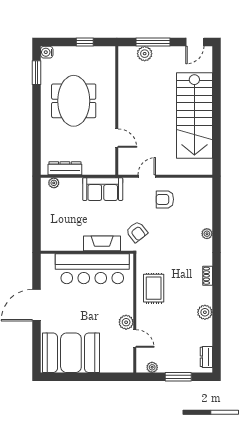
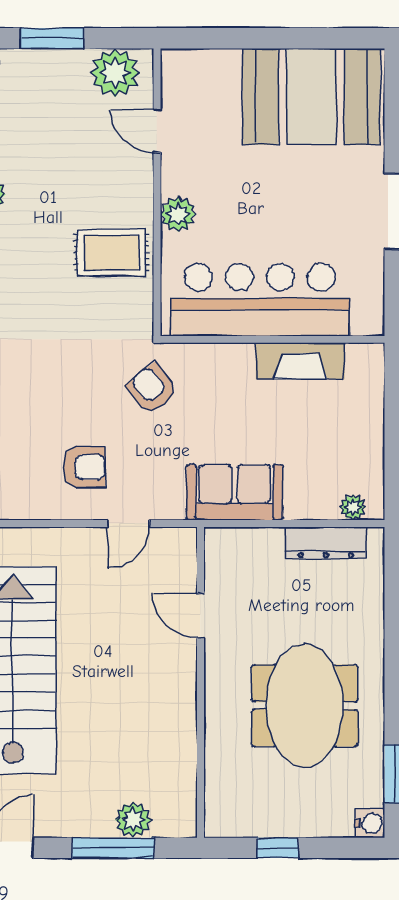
fireplace: (102, 243) -> (300, 361), moved
rug: (154, 288) -> (111, 253), turned 90
plant: (126, 322) -> (178, 214), moved
plant: (152, 367) -> (115, 73), width x1.88, depth x1.88

